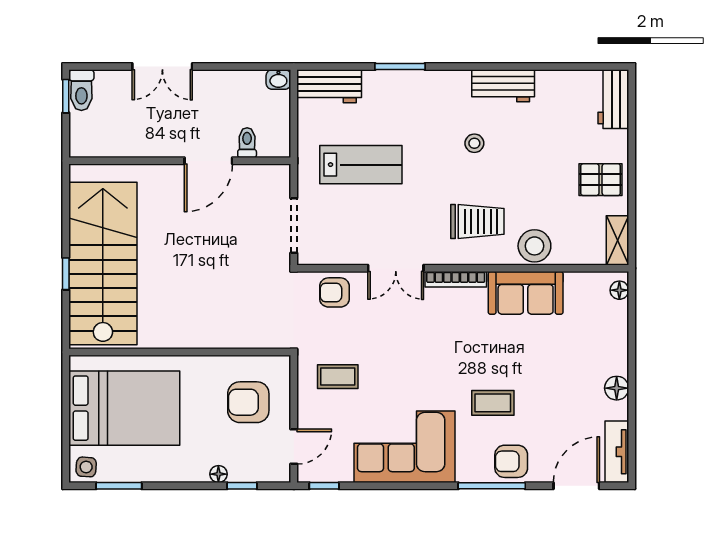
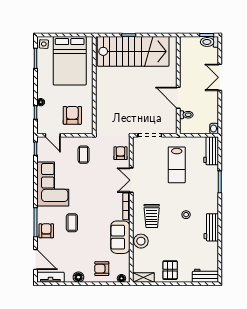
armchair: (597, 335) -> (102, 269), added

